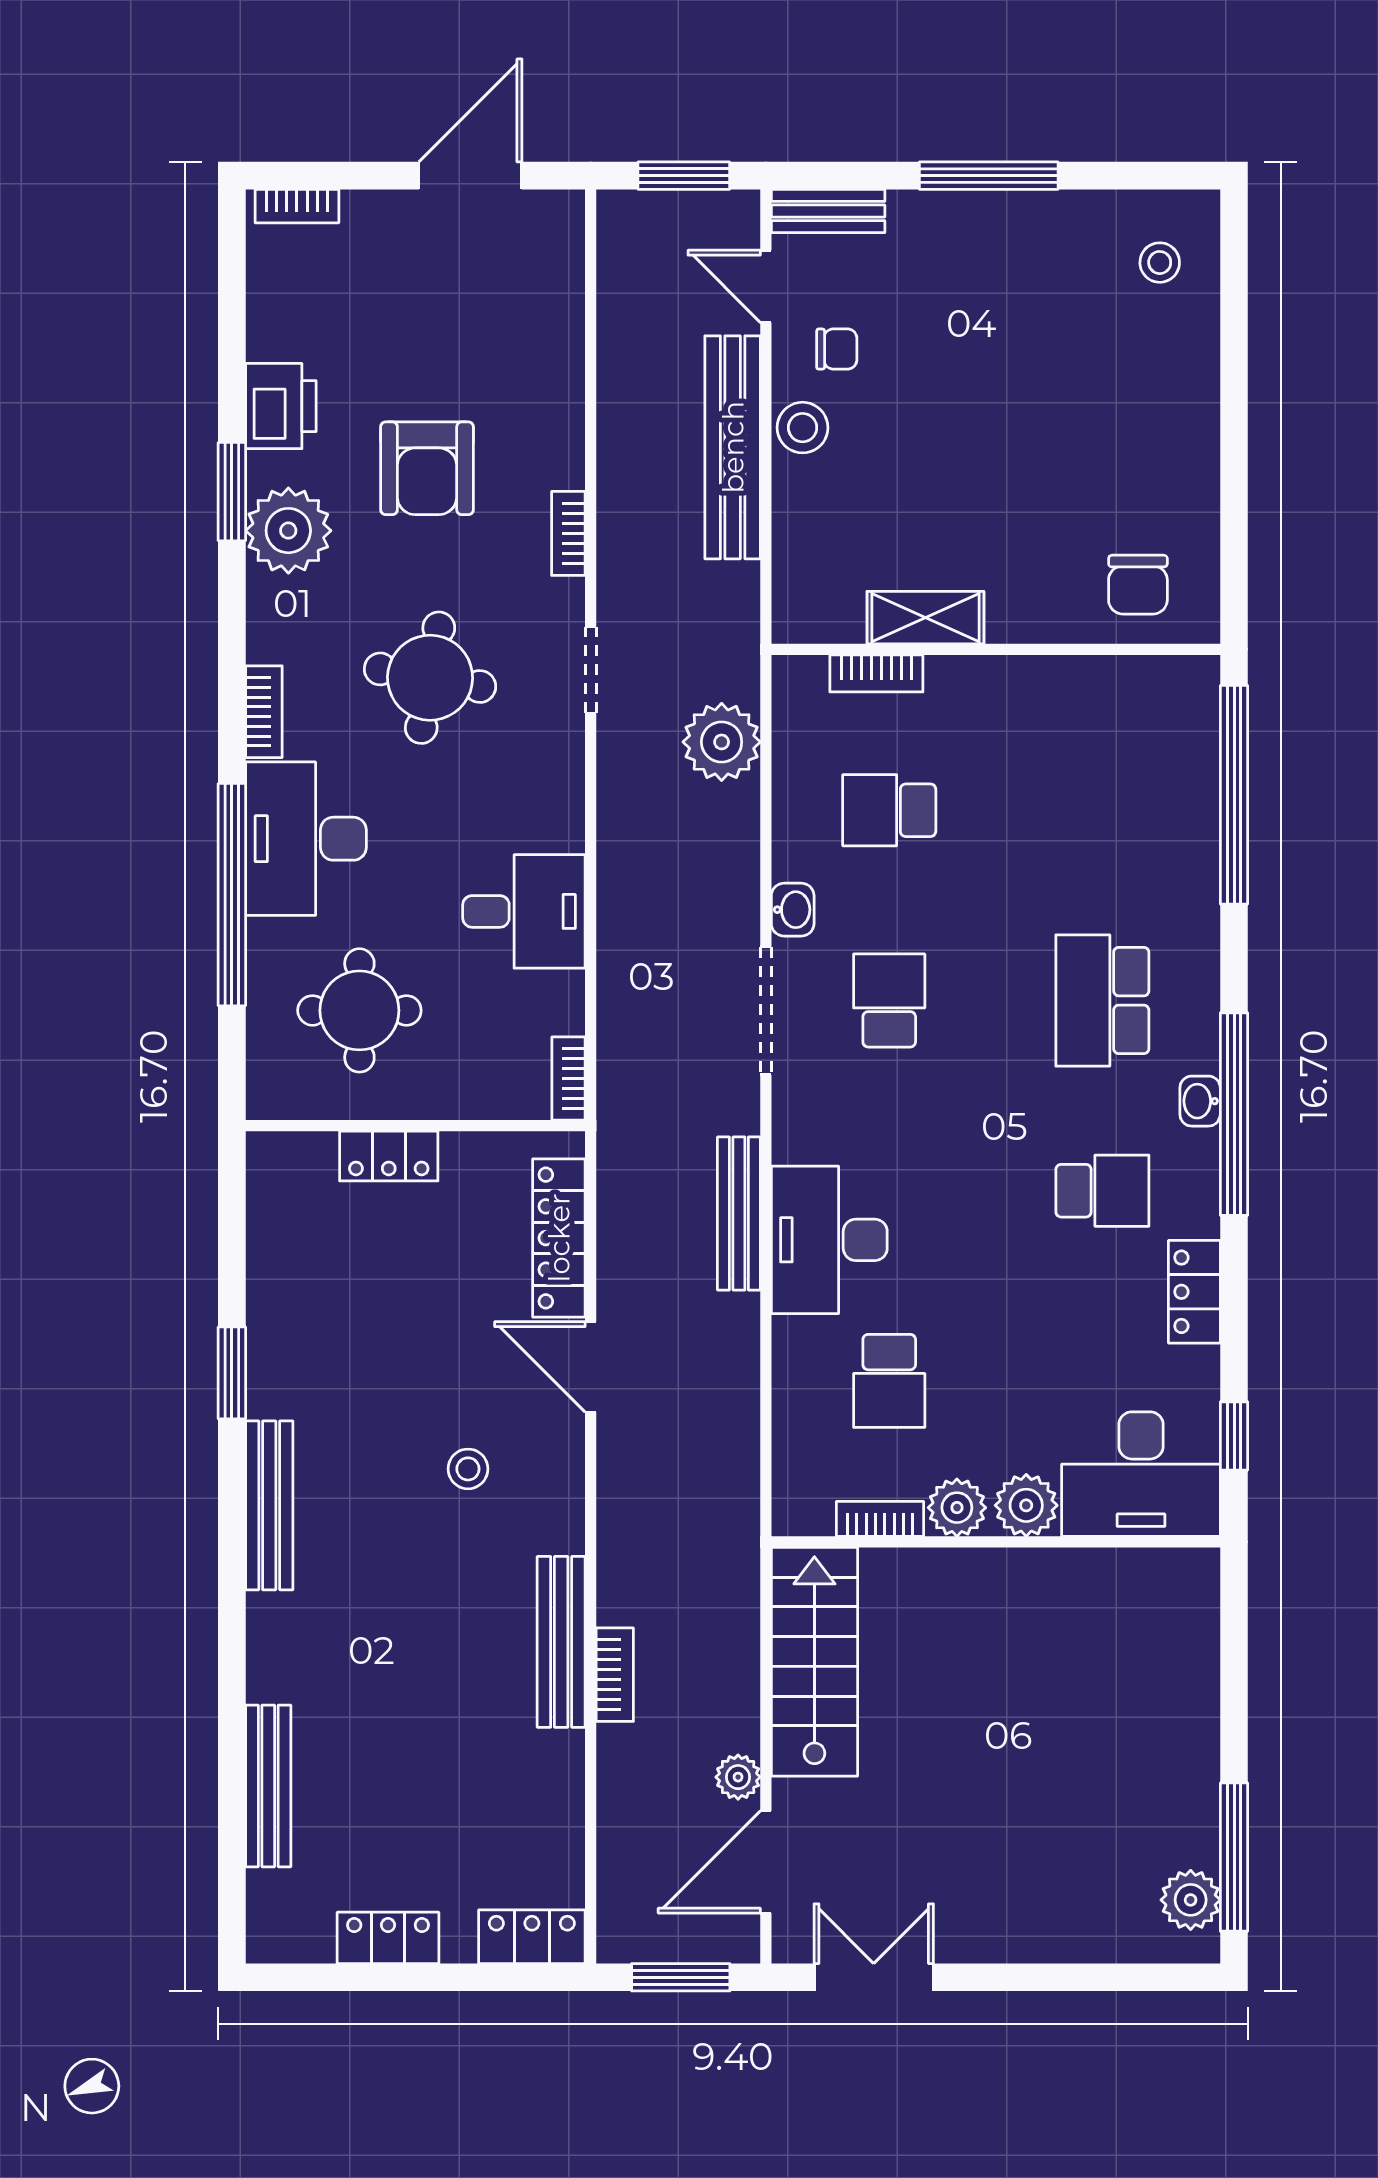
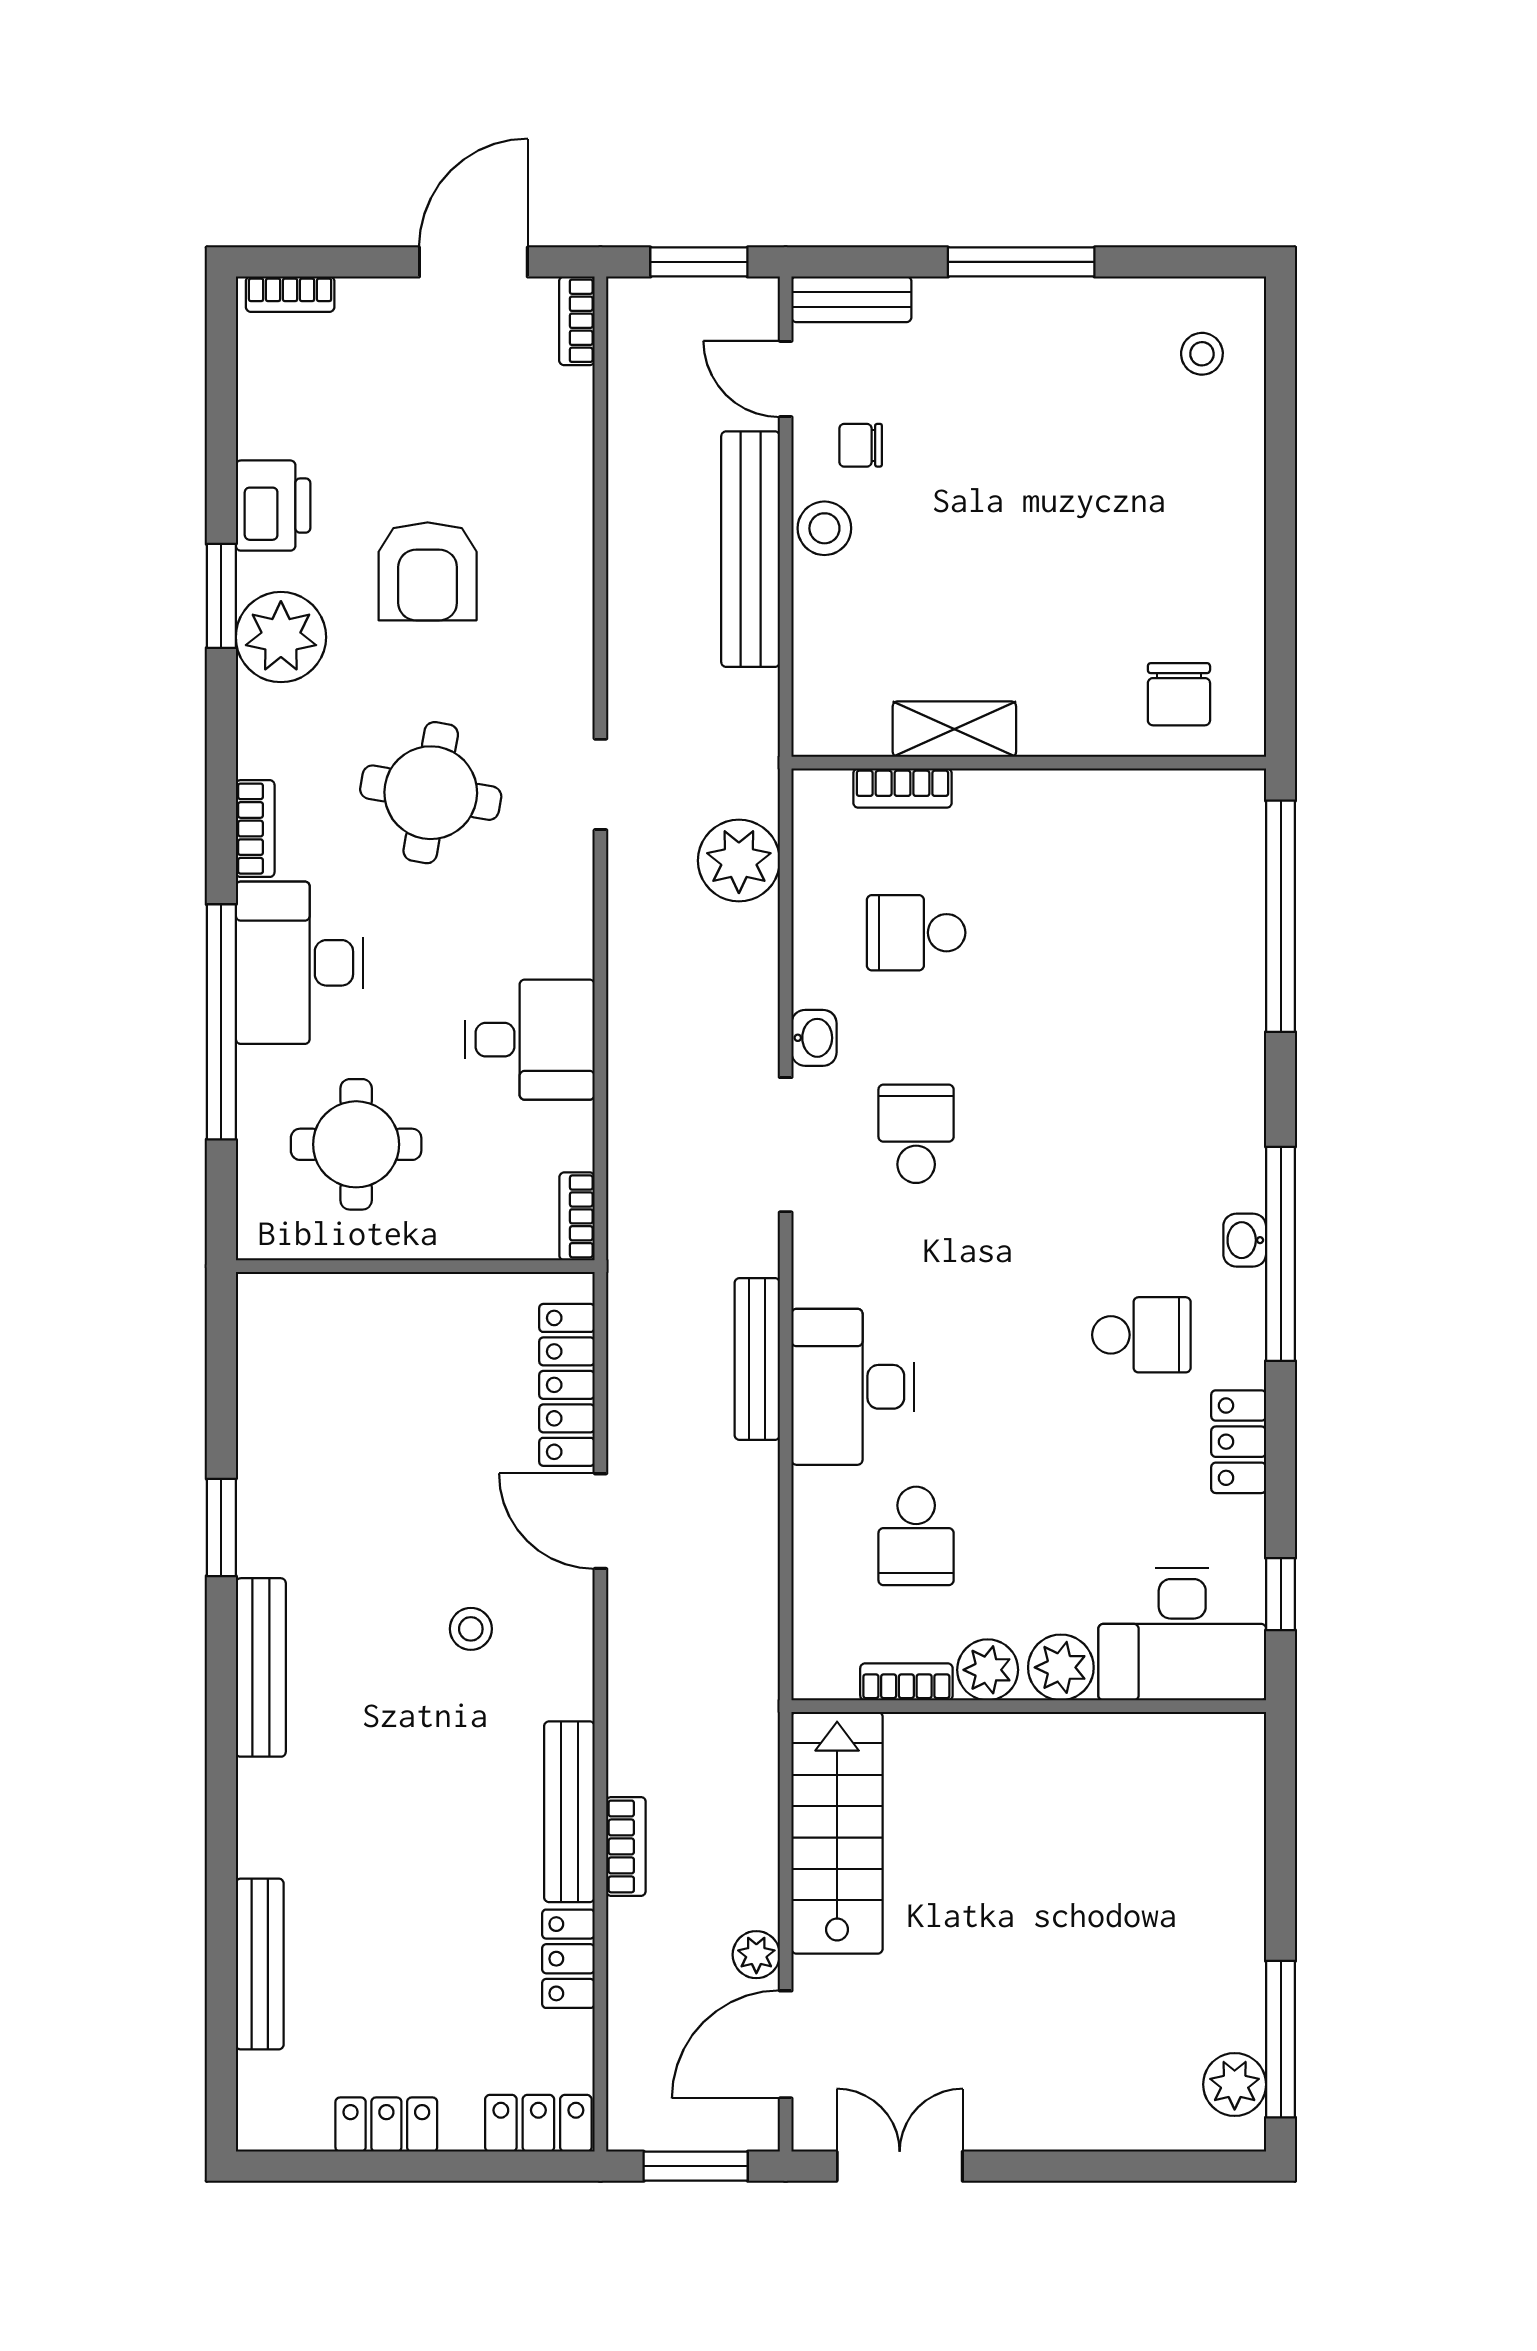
chair: (837, 349) -> (861, 445), turned 180
bookcase: (568, 533) -> (577, 321), moved
school desk: (1102, 1000) -> (1141, 1134), removed
locker: (389, 1156) -> (568, 1959), moved, turned 90

